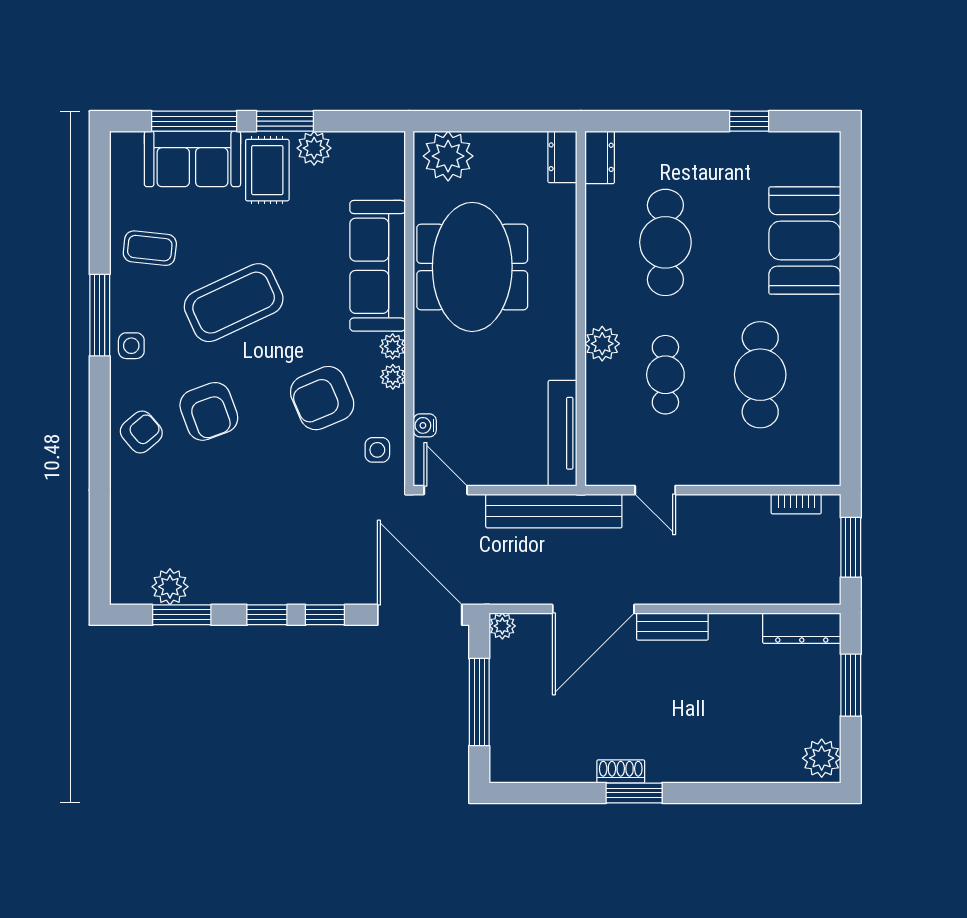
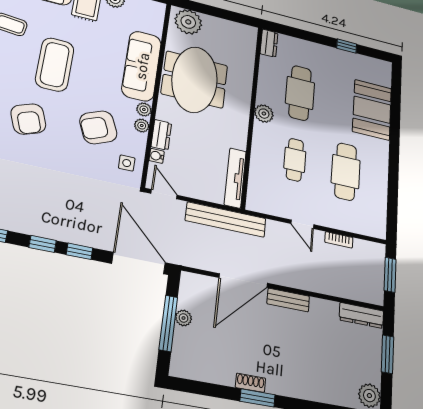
dresser: (562, 157) -> (161, 135), moved, turned 180
coffee table: (234, 303) -> (55, 65), turned -65
plant: (602, 344) -> (264, 114), moved
door: (655, 490) -> (302, 224), moved
bookcase: (796, 504) -> (339, 240), moved
plant: (502, 626) -> (183, 318), moved

